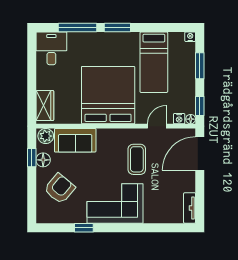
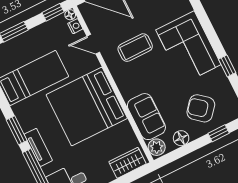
tv unit: (94, 38) -> (38, 147), added
window: (32, 158) -> (219, 133), moved

